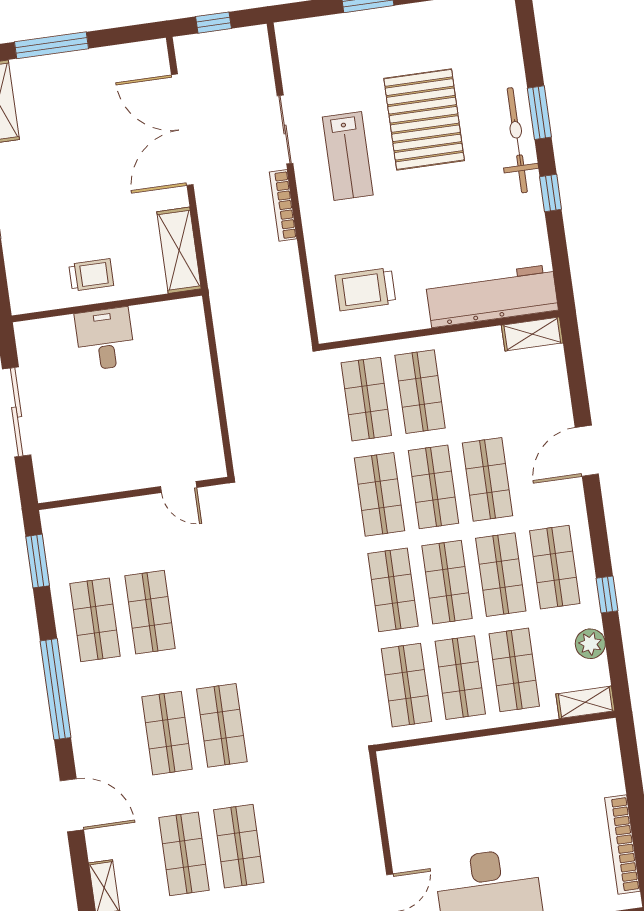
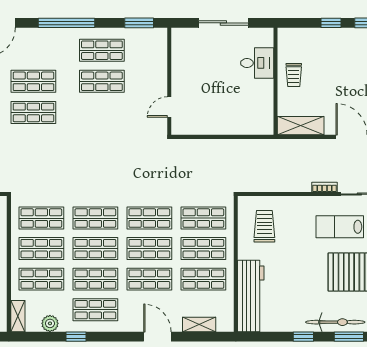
bookcase: (283, 205) -> (324, 187), width x0.64
shelving: (532, 334) -> (199, 324), moved, turned 90
desk: (105, 339) -> (257, 63), moved
shop shelf: (474, 384) -> (203, 279), added

